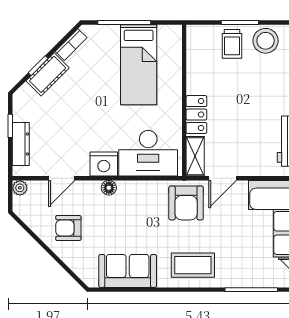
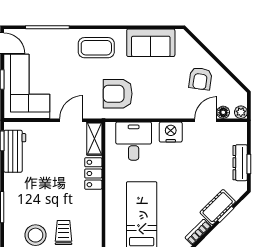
dresser: (21, 144) -> (240, 163), moved
desk: (148, 153) -> (134, 141), width x0.73
floor lamp: (109, 188) -> (223, 112), moved
armchair: (186, 203) -> (118, 94), moved, turned -90
armchair: (68, 228) -> (200, 79), turned 98

